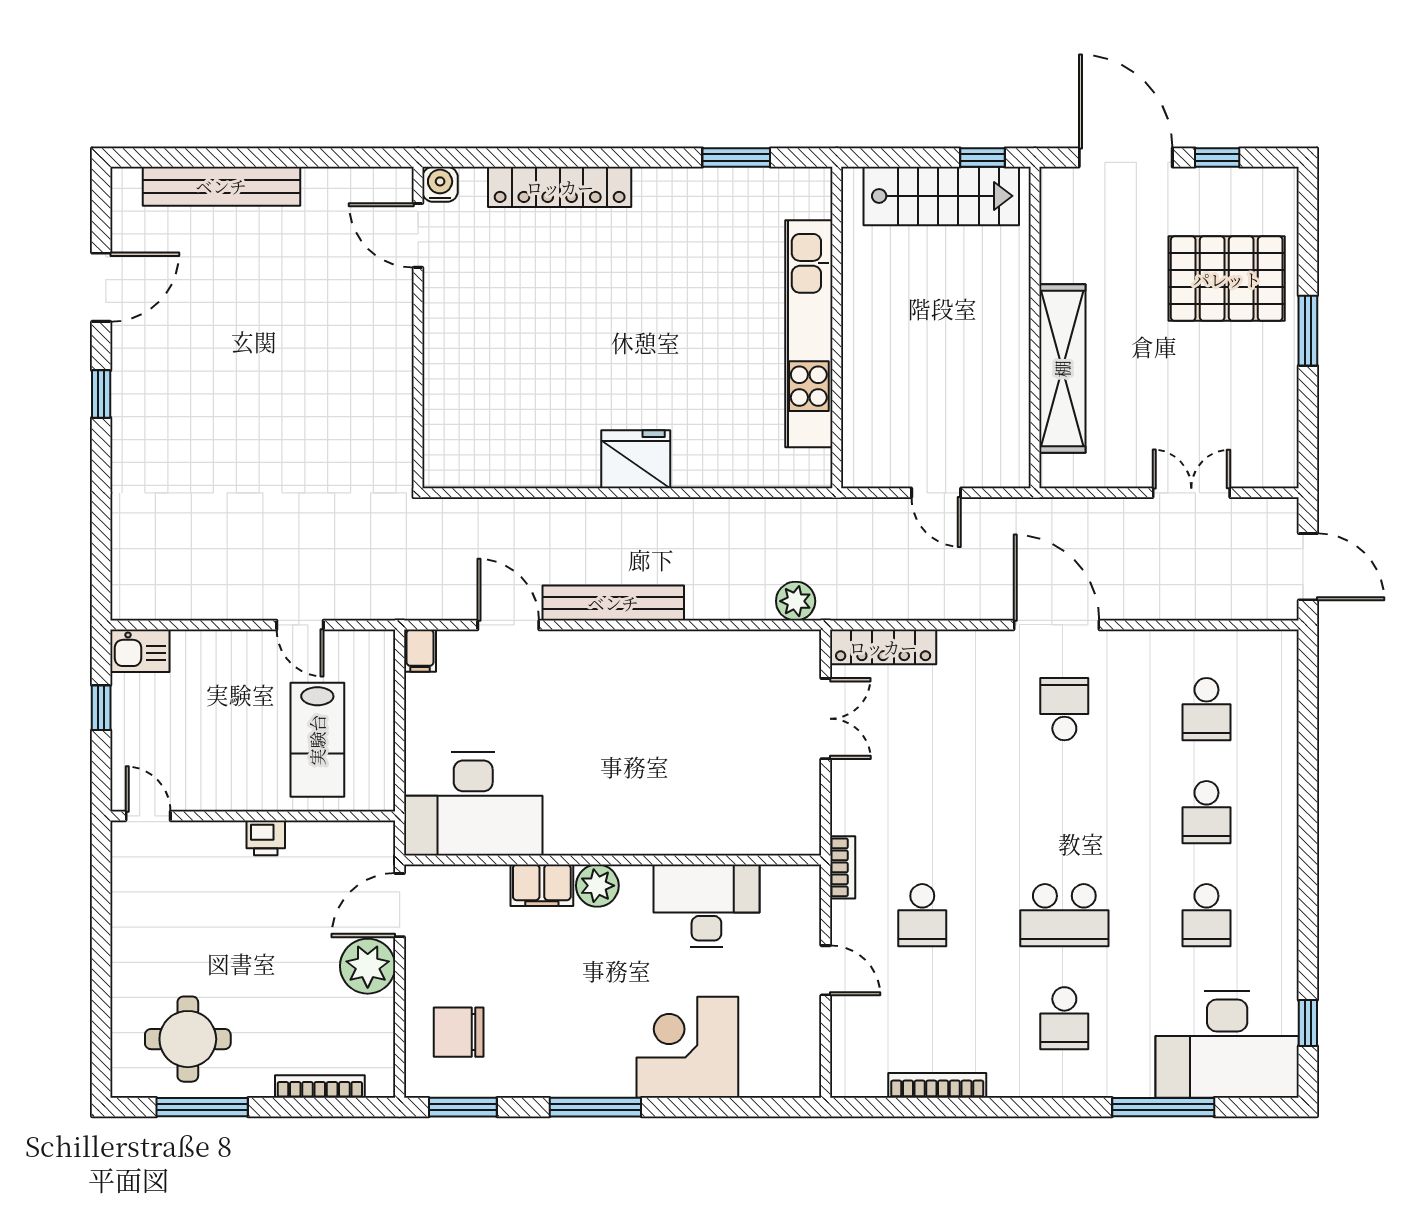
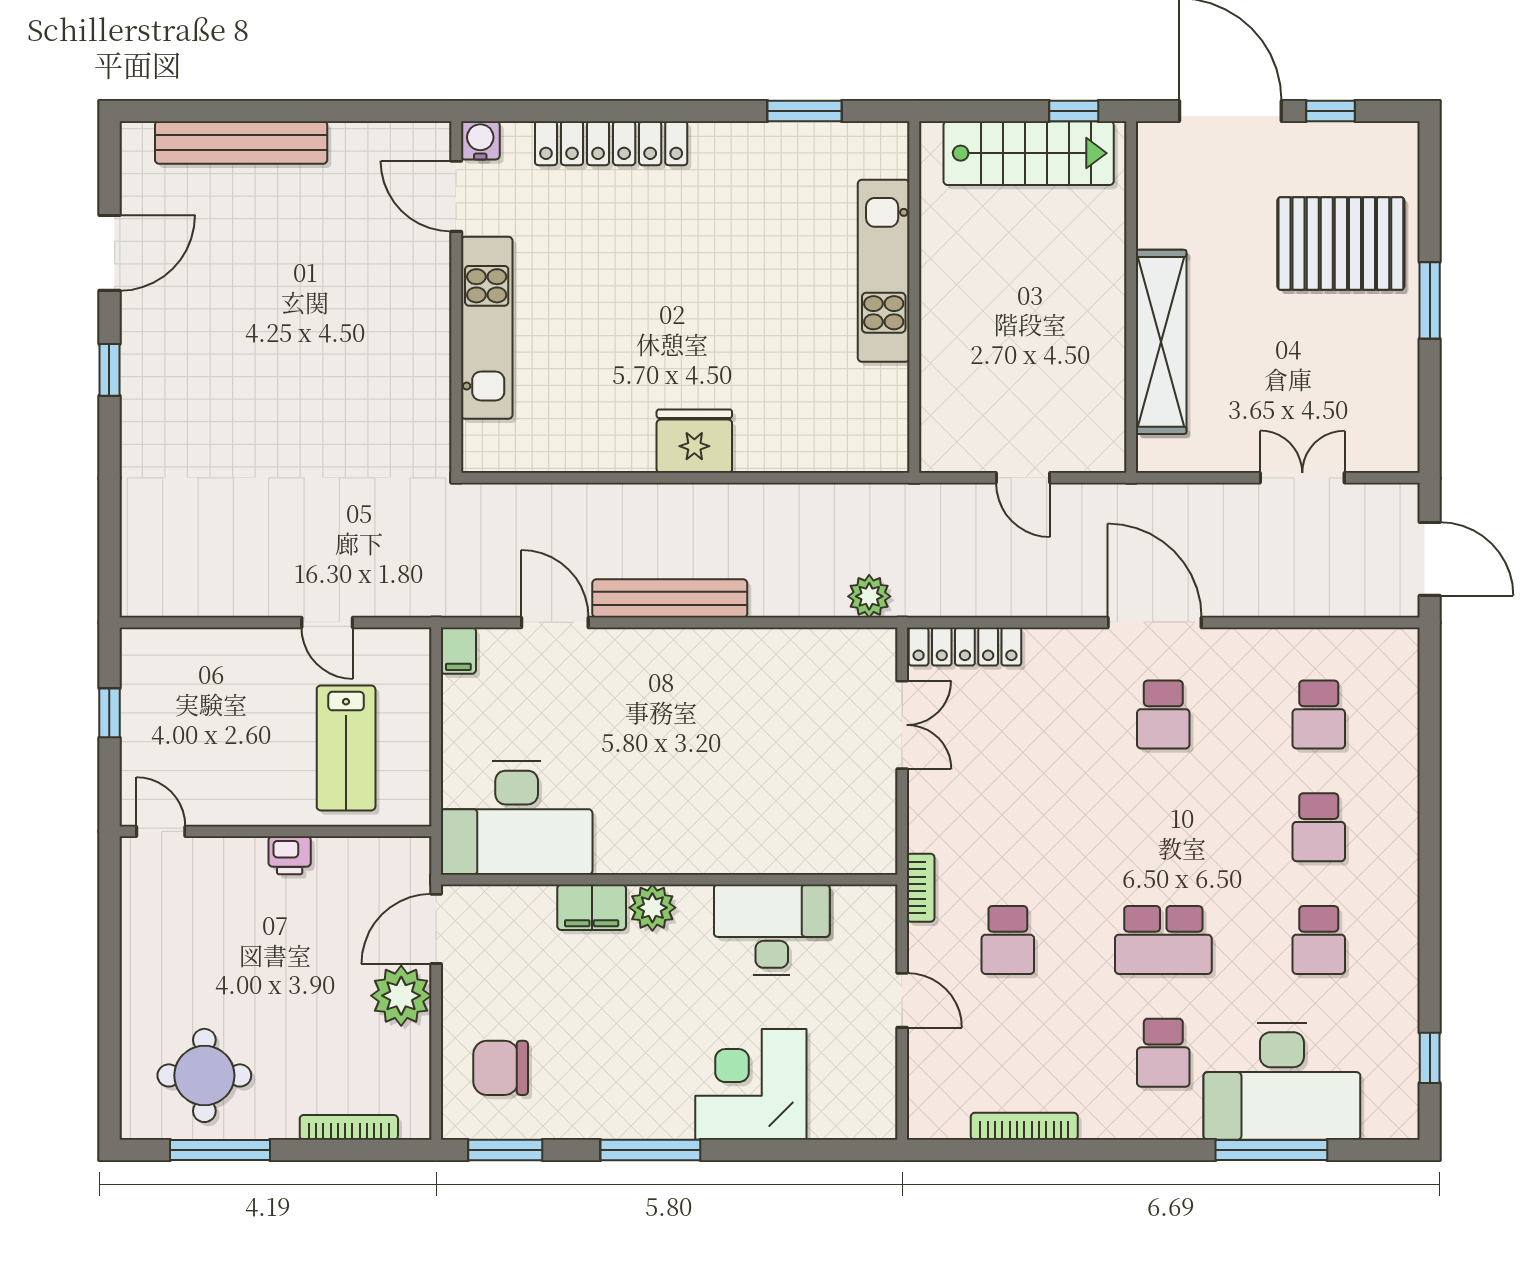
kitchen unit: (809, 334) -> (884, 271), width x0.73
kitchen unit: (446, 356) -> (487, 328), added
kitchen sink: (140, 651) -> (152, 651), removed
school desk: (1064, 709) -> (1163, 715), turned 180
desk: (1227, 1044) -> (1282, 1081), moved

